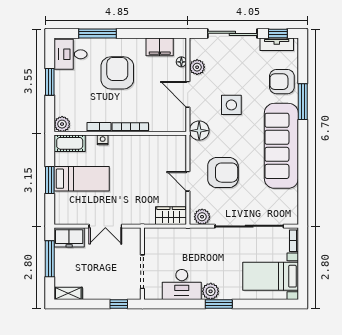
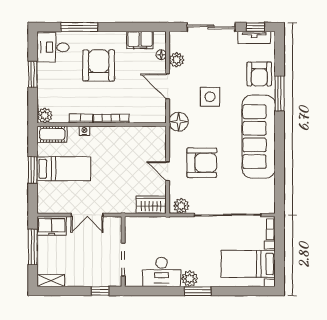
armchair: (282, 82) -> (259, 74), turned -90

